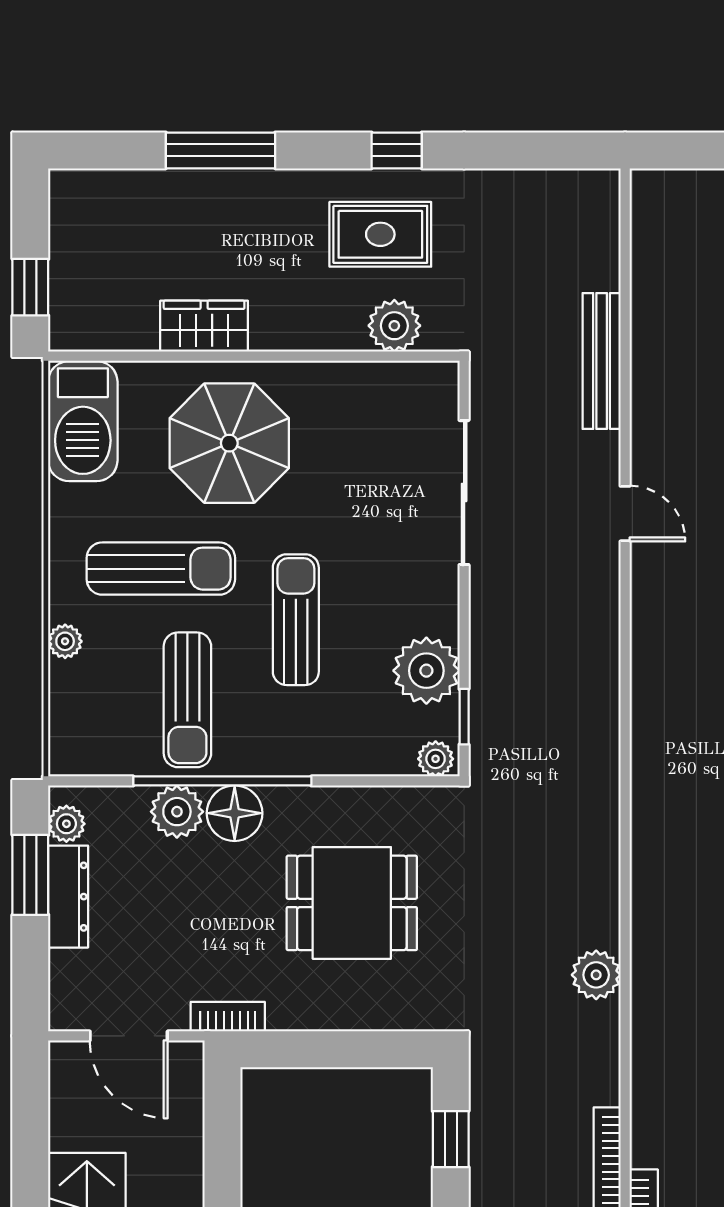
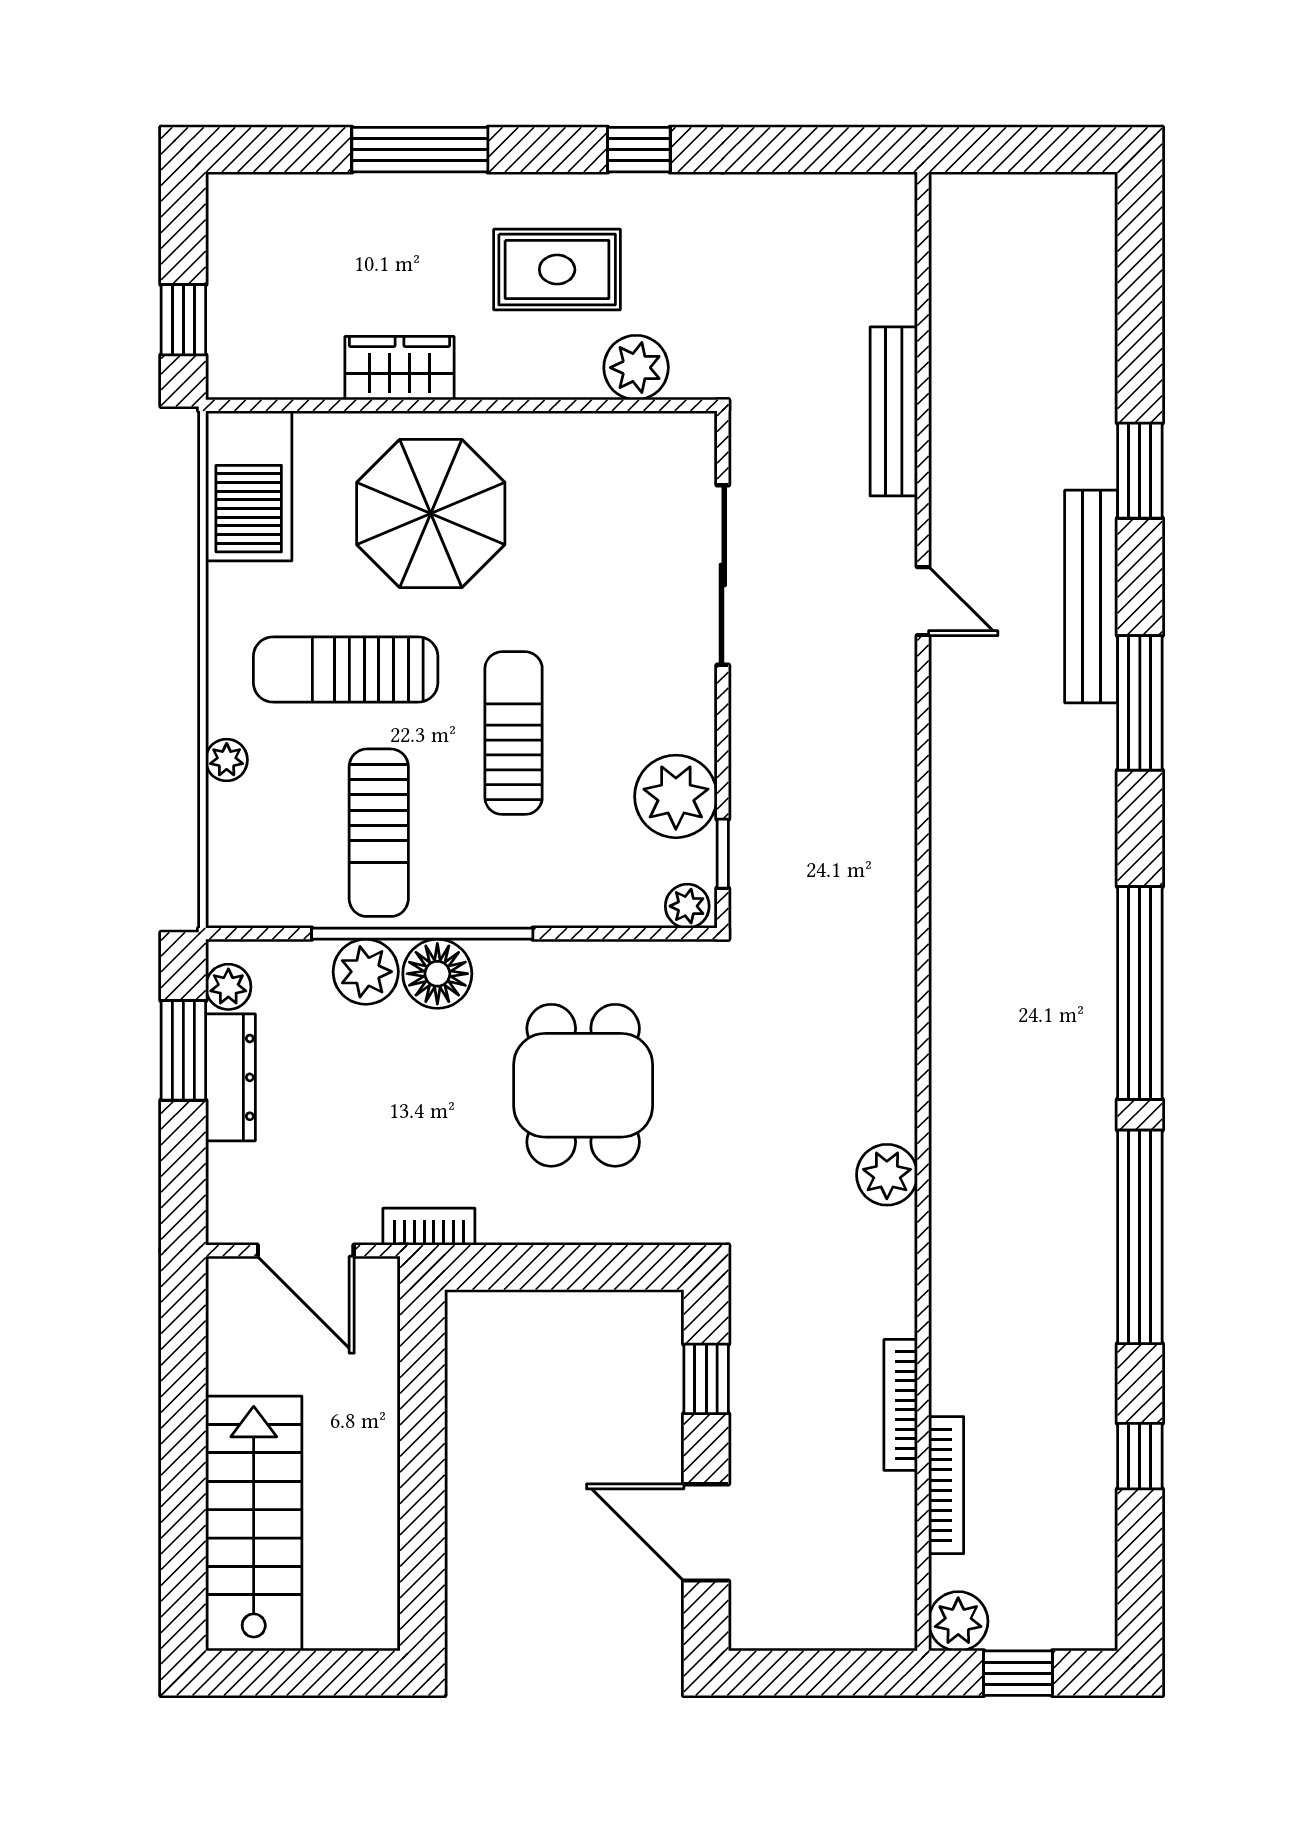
rug: (380, 234) -> (557, 270), moved
sun lounger: (161, 569) -> (346, 670), turned 180
dining table: (352, 903) -> (583, 1085), turned 90

